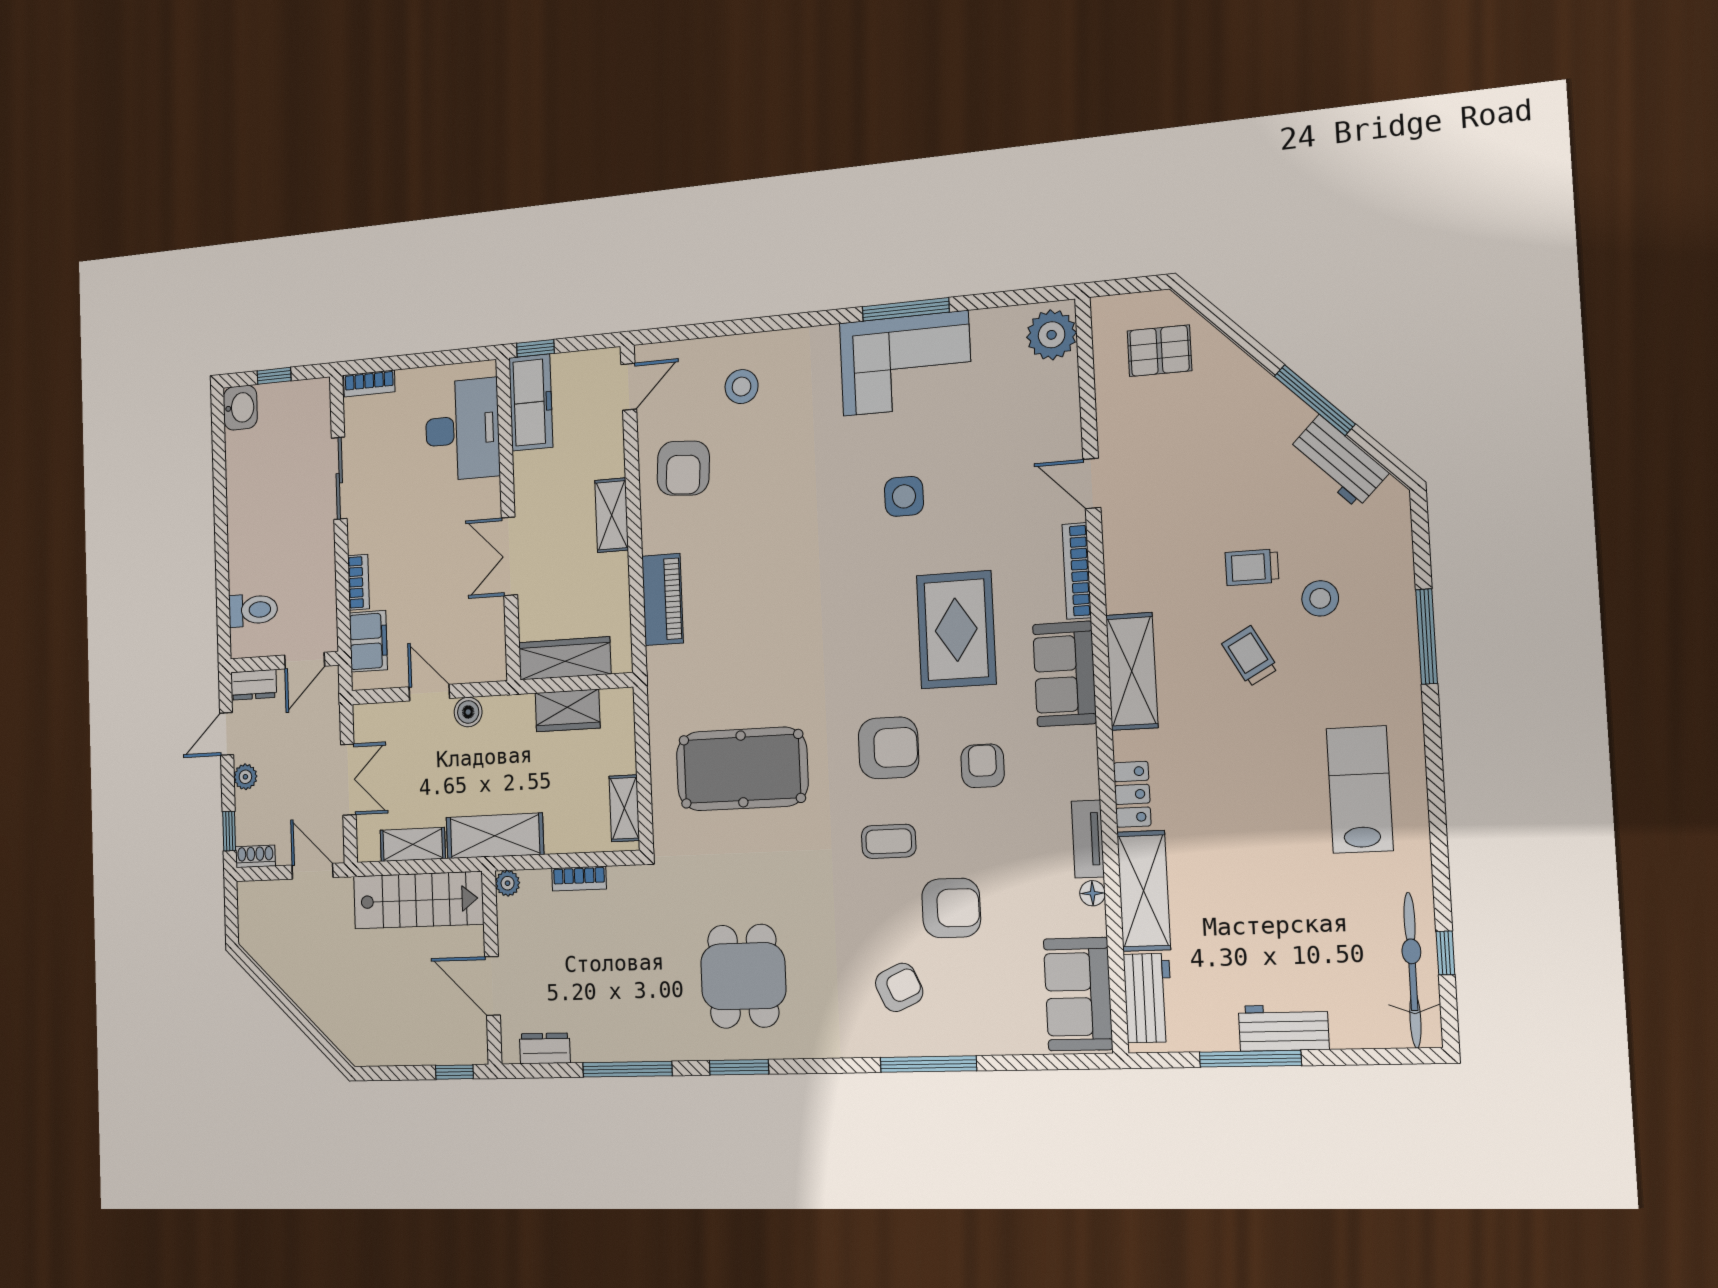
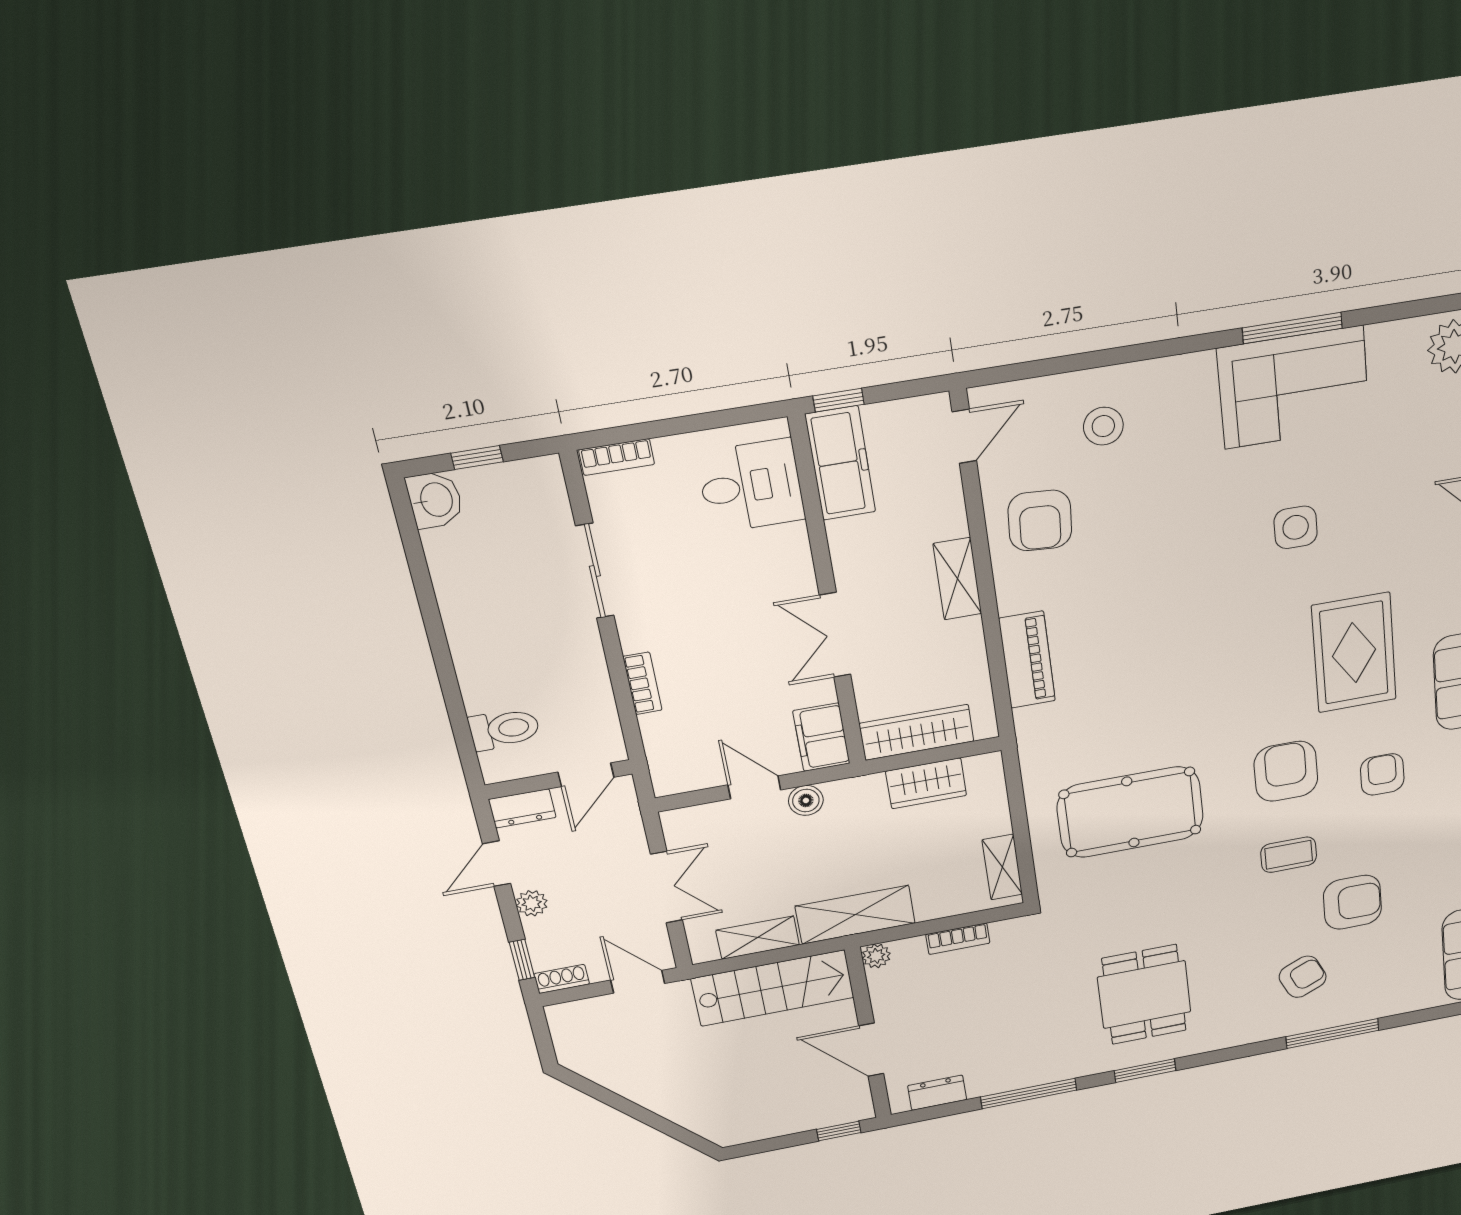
desk: (462, 430) -> (751, 486), width x0.73
filing cabinet: (368, 641) -> (821, 737), moved, turned 180
armchair: (888, 748) -> (1286, 771), turned -90

